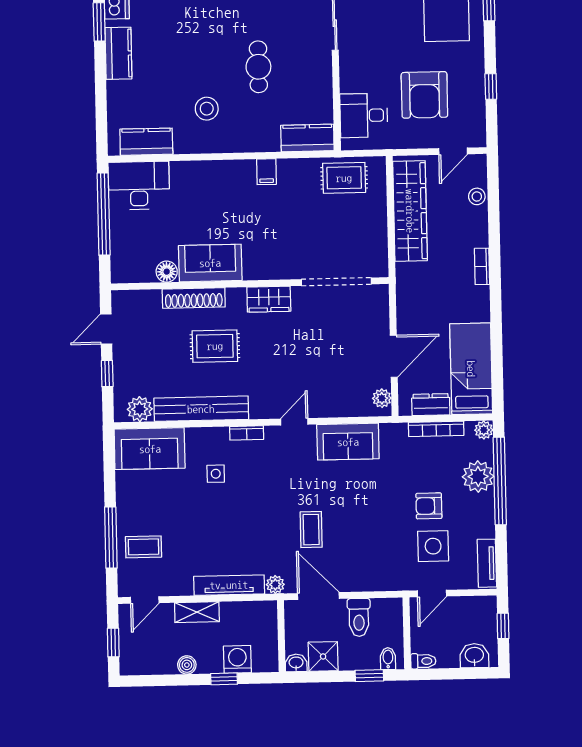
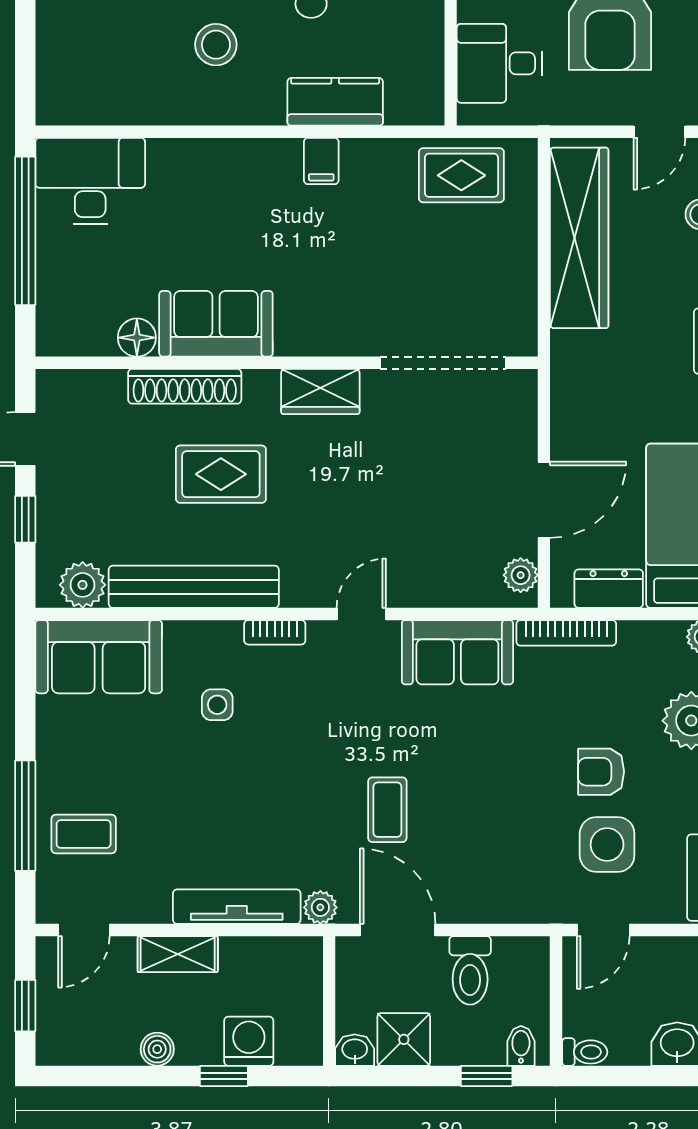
kitchen counter: (307, 138) -> (335, 102), moved
kitchen counter: (146, 142) -> (105, 102), removed
bookcase: (436, 429) -> (566, 633), moved

